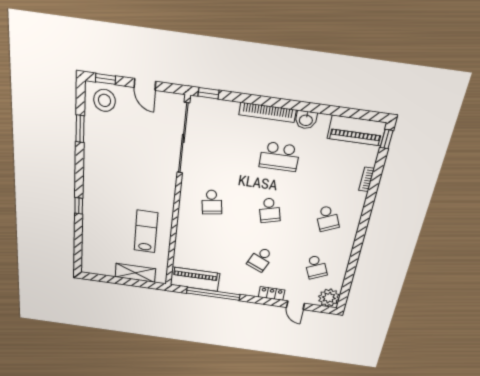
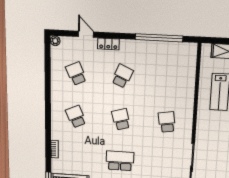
piano: (195, 279) -> (176, 51), removed
plant: (329, 298) -> (55, 41), width x0.53, depth x0.53

